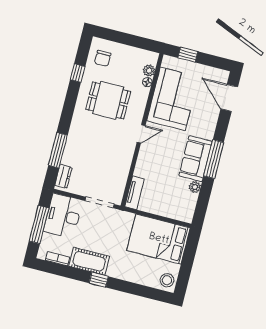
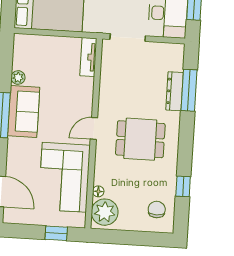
plant: (149, 71) -> (105, 212), width x1.88, depth x1.88
dining table: (108, 100) -> (140, 139), moved
dresser: (63, 176) -> (175, 91), moved, width x1.44

